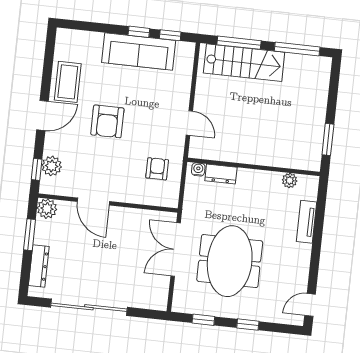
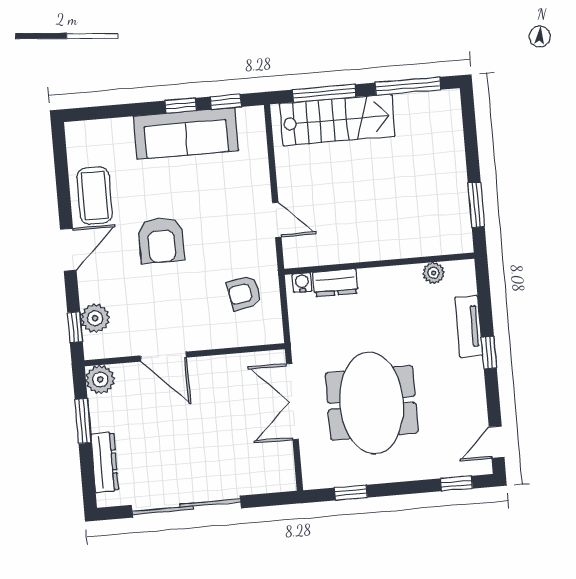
armchair: (157, 169) -> (244, 293), turned -100
window: (317, 242) -> (489, 353), added
window: (248, 325) -> (456, 483), moved

